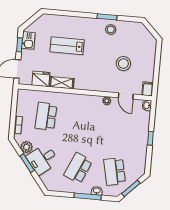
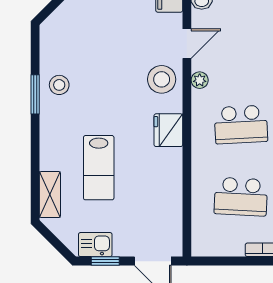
stool: (123, 64) -> (162, 79), moved
fridge: (41, 79) -> (168, 130), moved
shelving: (62, 83) -> (50, 195), moved
school desk: (82, 120) -> (241, 124), added

